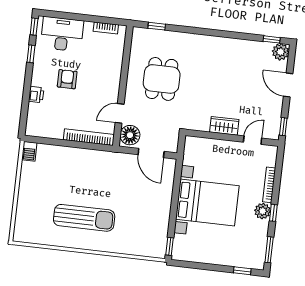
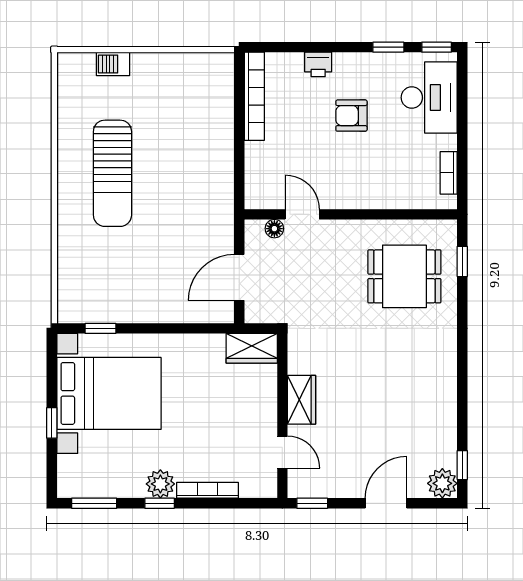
armchair: (67, 79) -> (351, 116), turned 180
dining table: (162, 79) -> (404, 276), moved
floor lamp: (130, 135) -> (274, 229), width x0.53, depth x0.53
bookcase: (89, 137) -> (254, 96), moved
barbecue: (29, 151) -> (113, 64), moved
wardrobe: (192, 151) -> (252, 348), added
bed with nightstands: (207, 202) -> (109, 393), moved, turned -90
window: (170, 246) -> (100, 328), moved
window: (242, 271) -> (52, 423), moved

